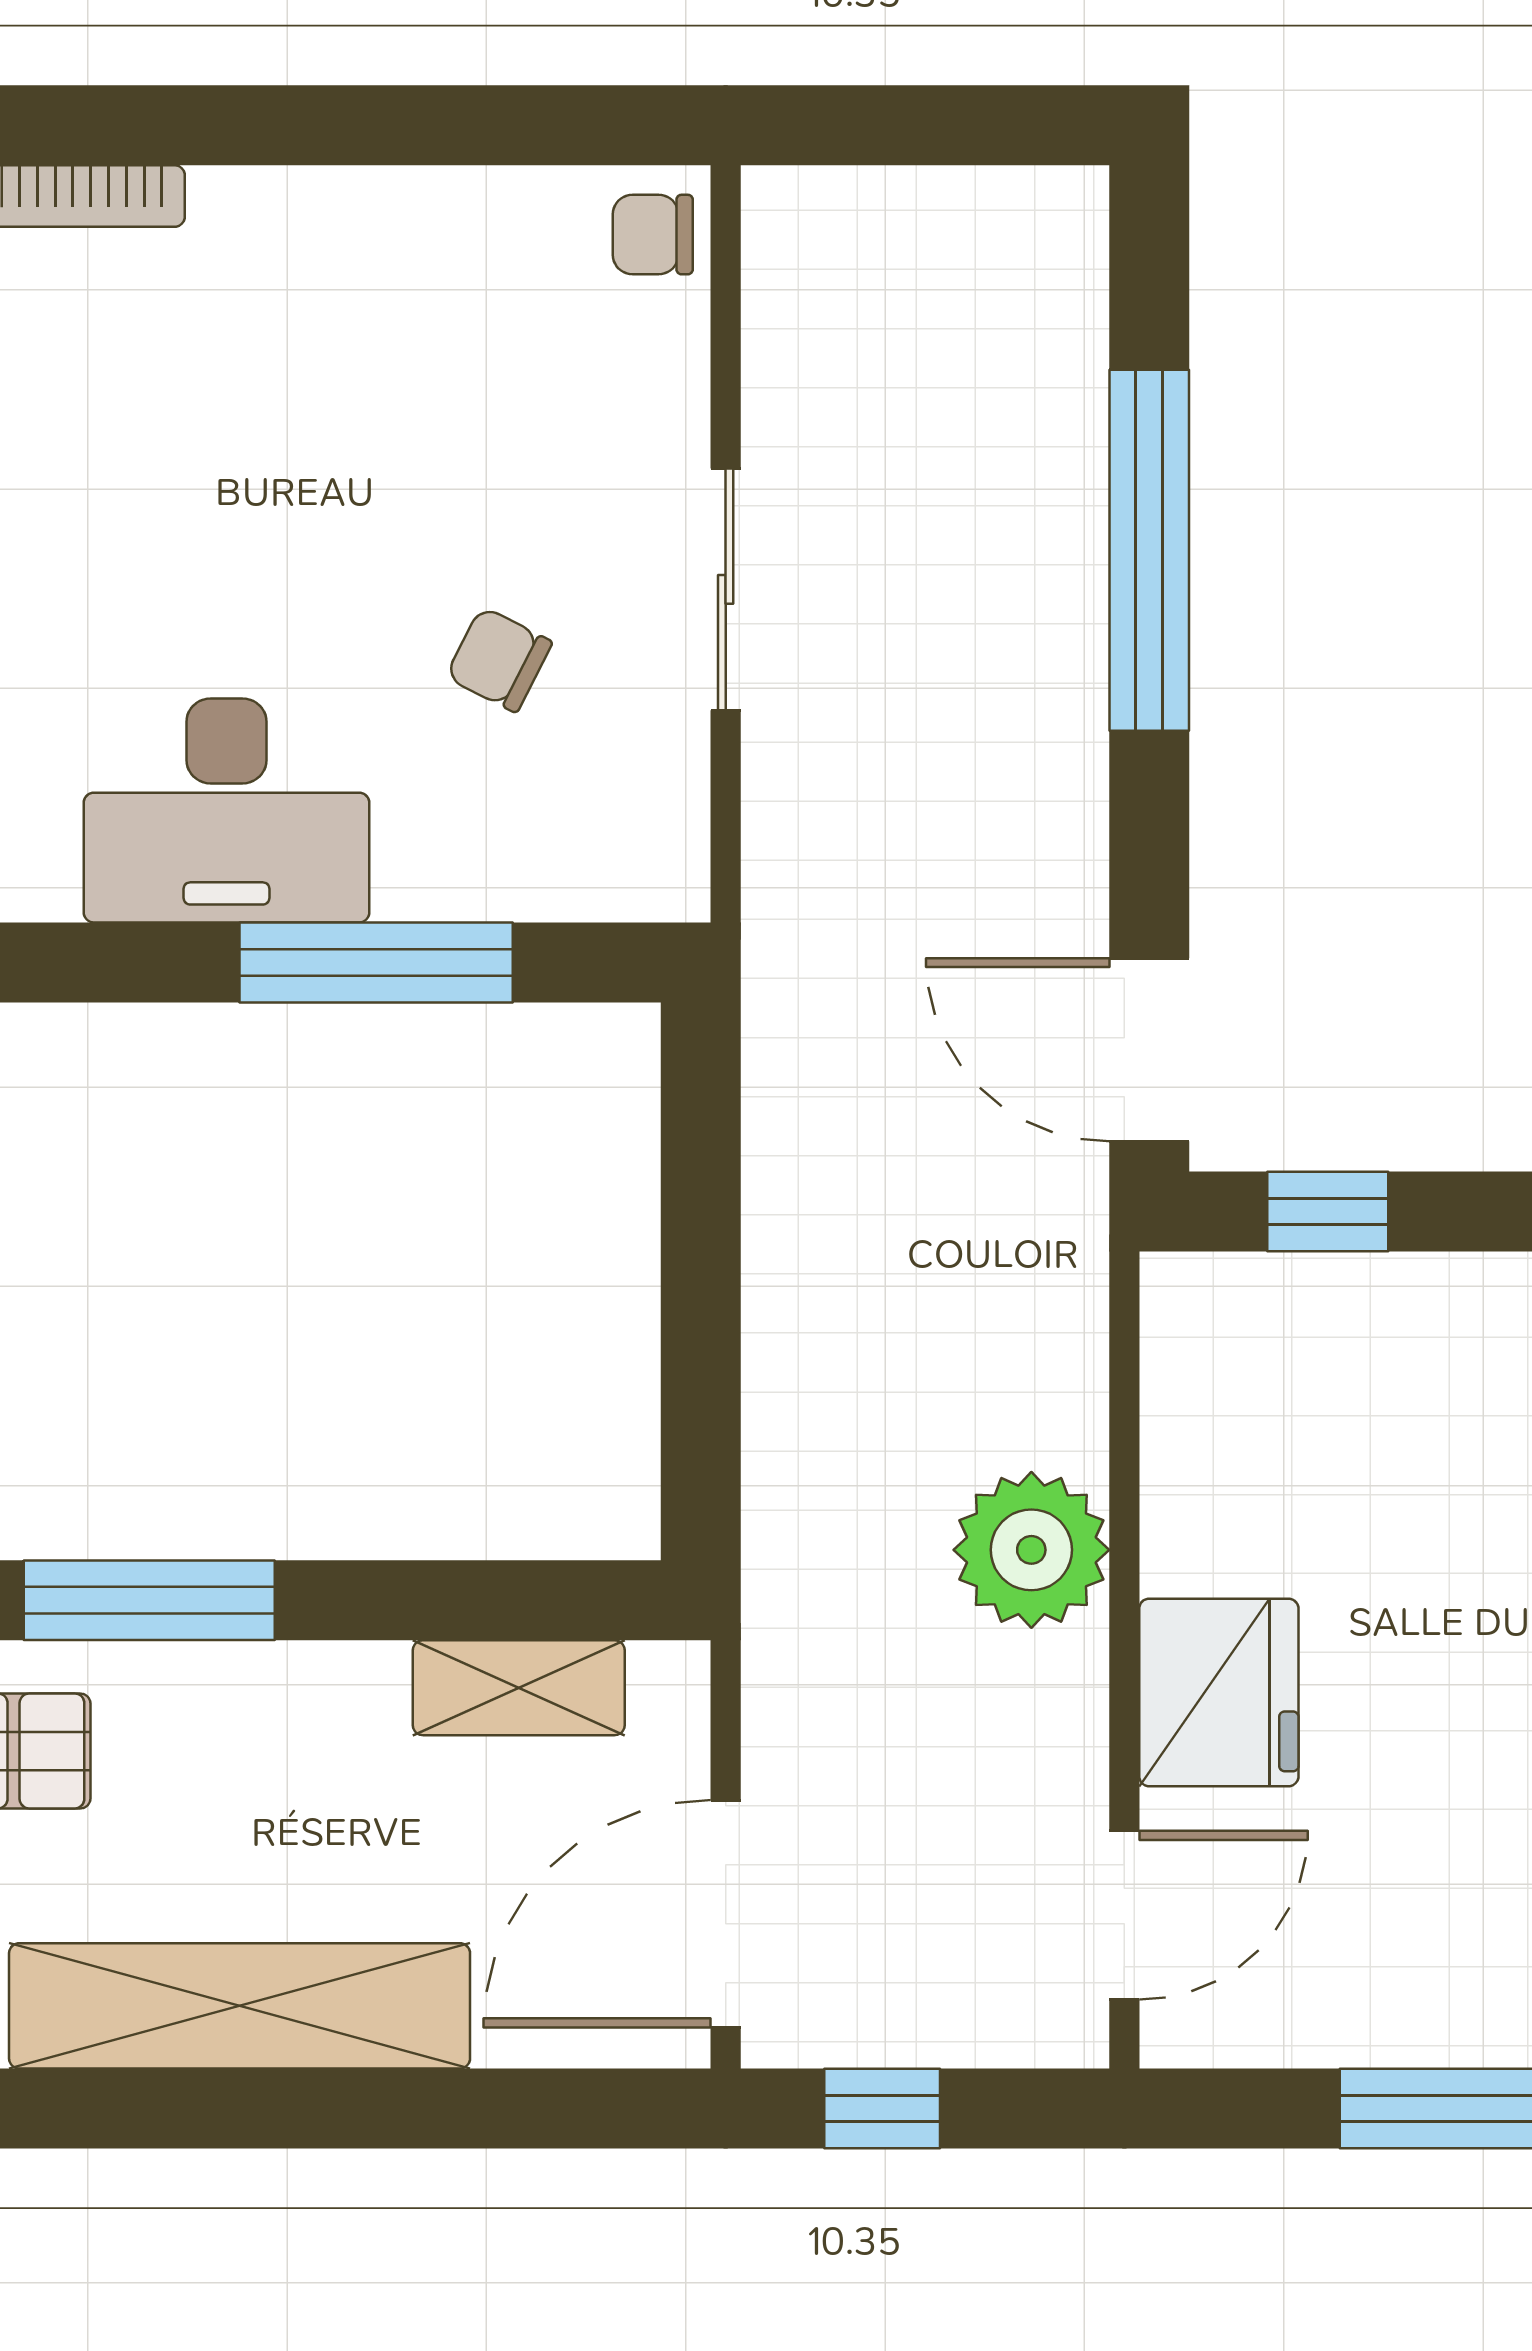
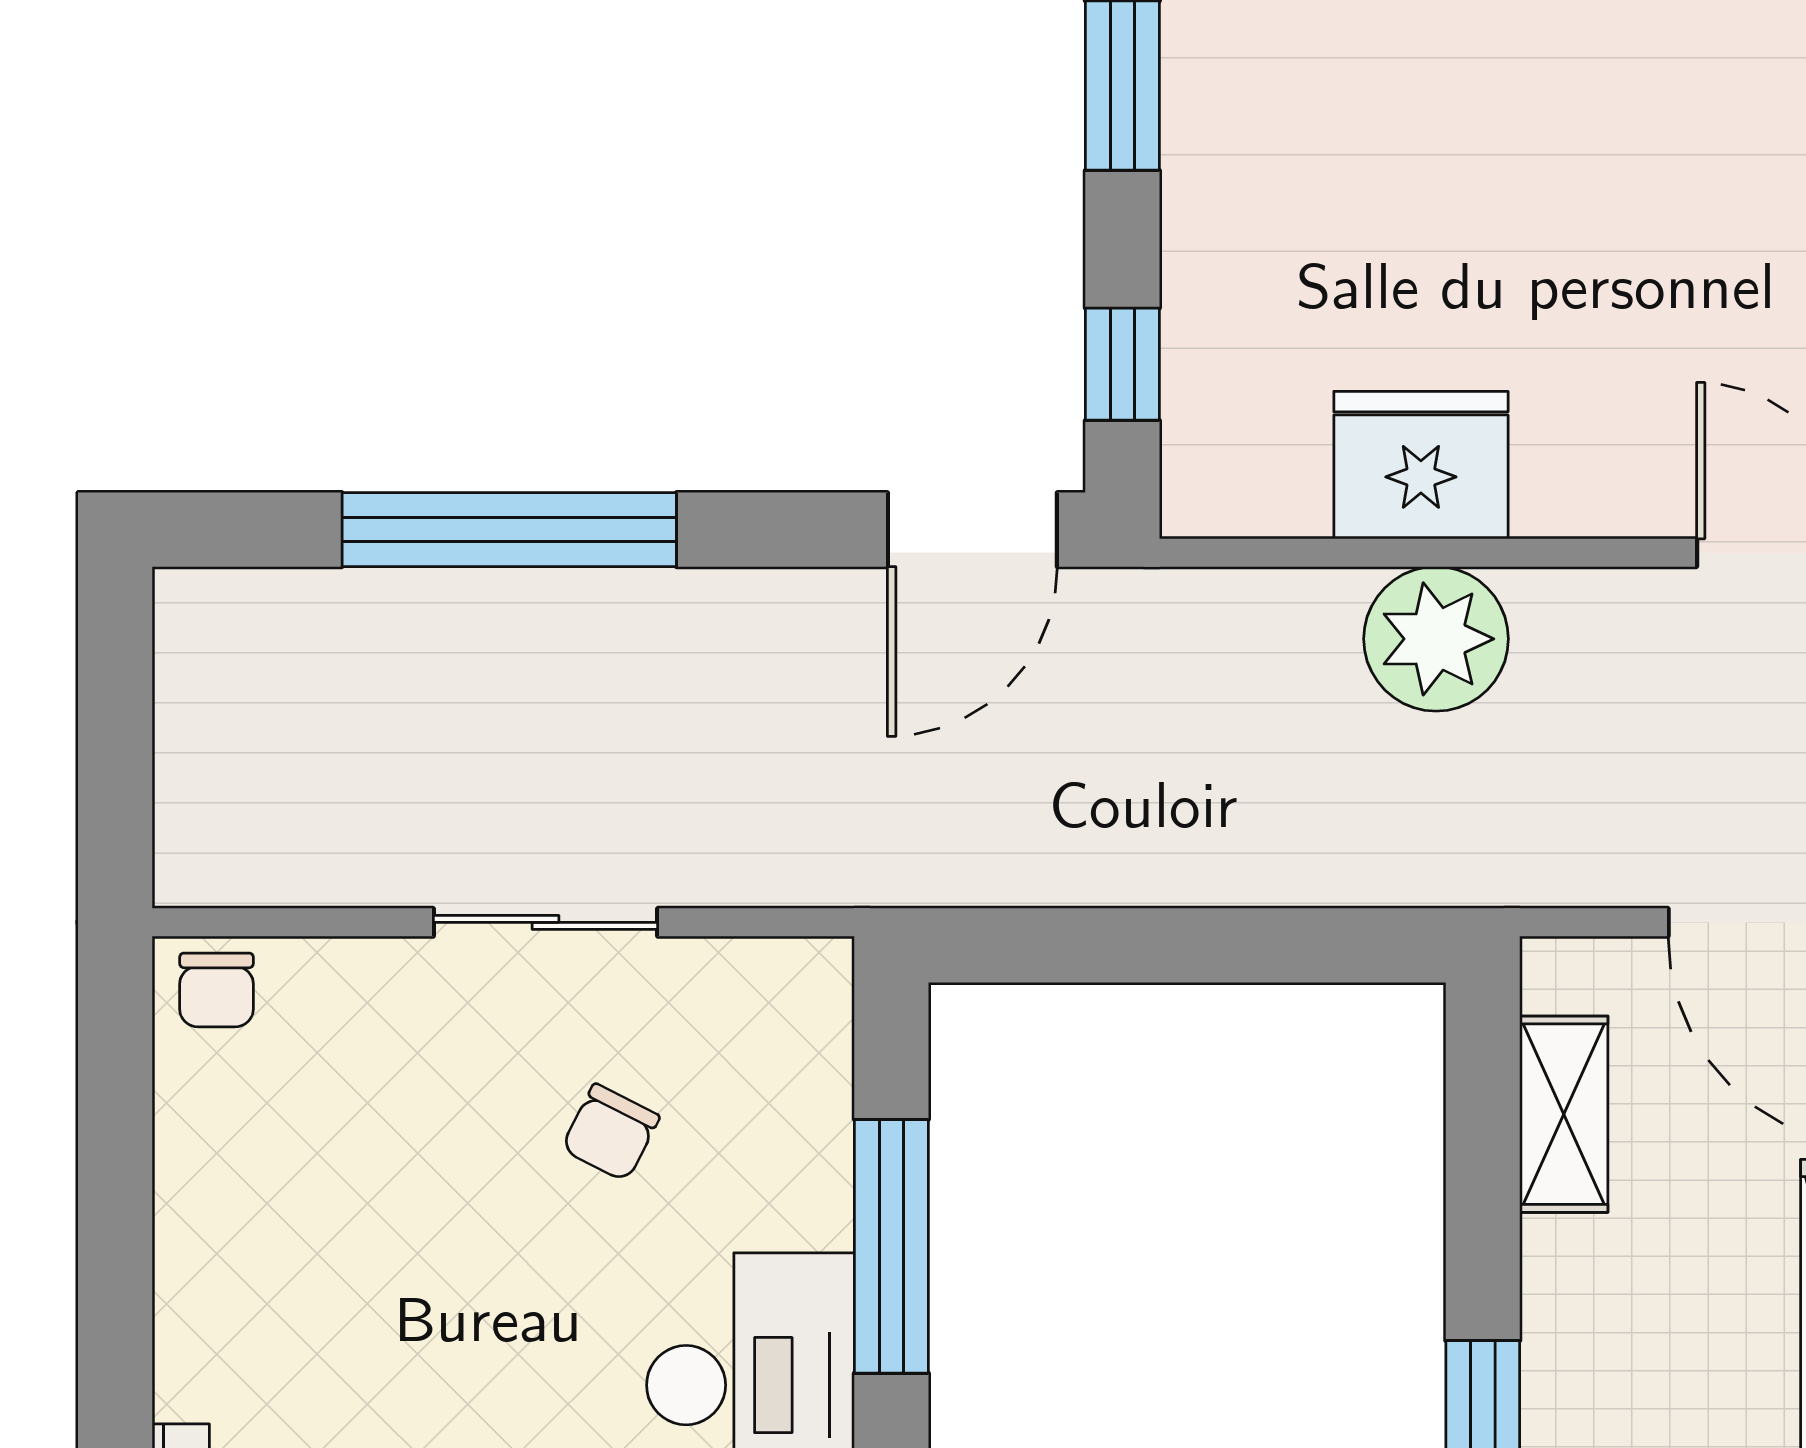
fridge: (1219, 1692) -> (1421, 465), moved

